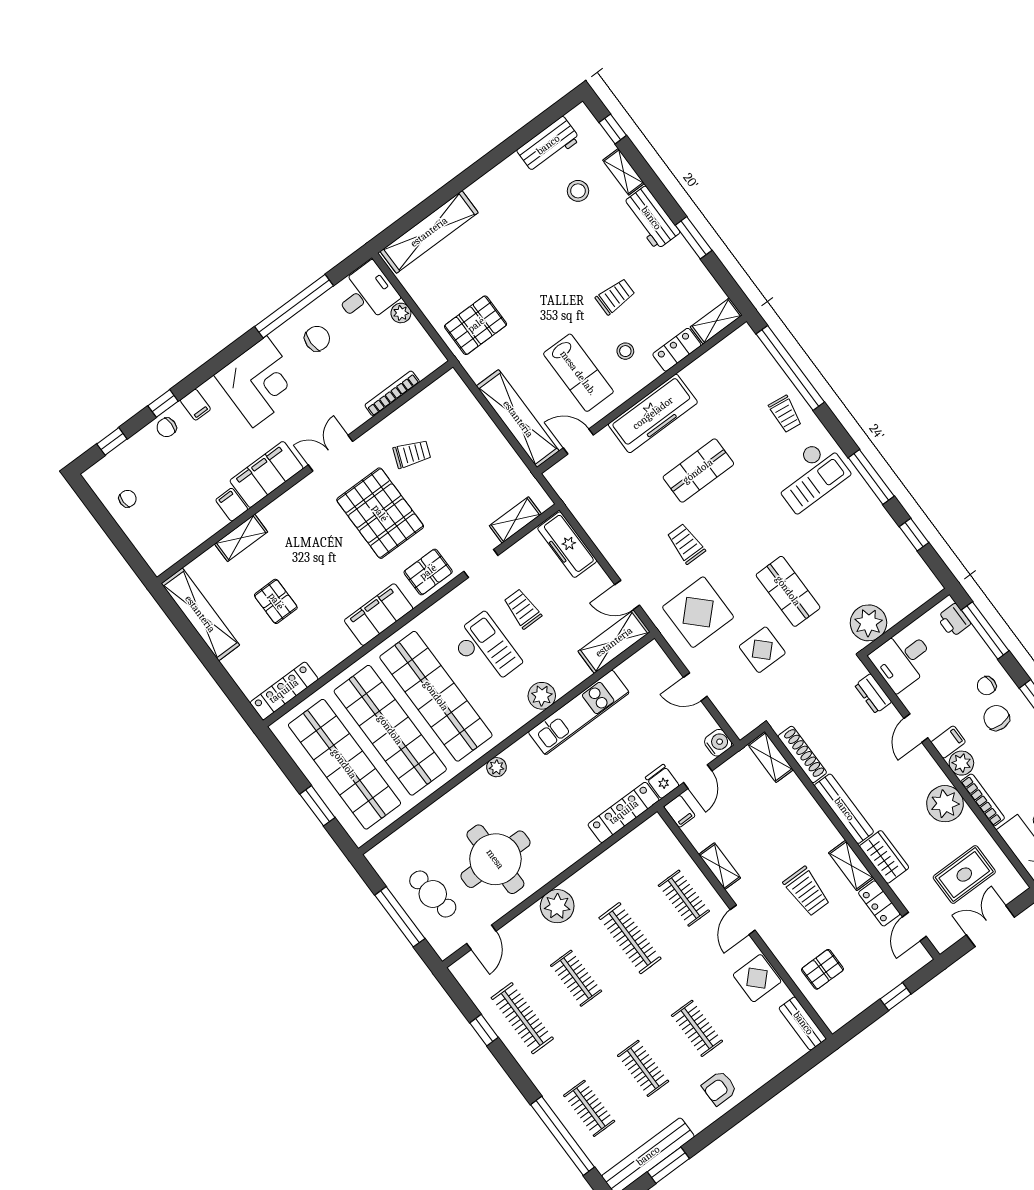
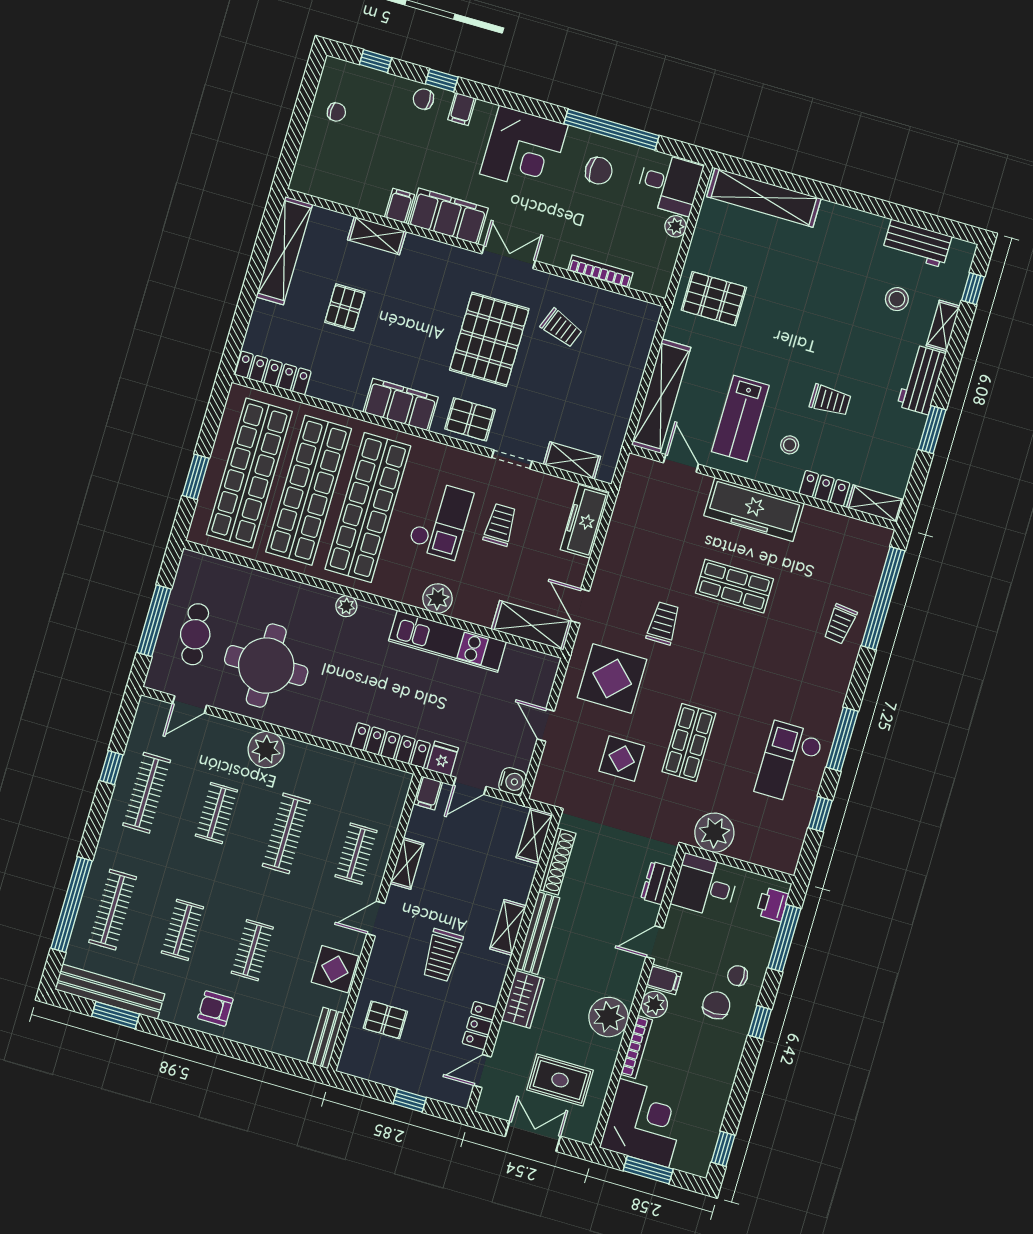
checkout: (810, 475) -> (789, 763), moved, turned 90
shelving: (851, 865) -> (508, 927), moved
clothes rail: (589, 1108) -> (113, 910), width x1.36

